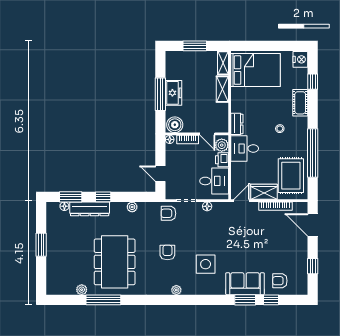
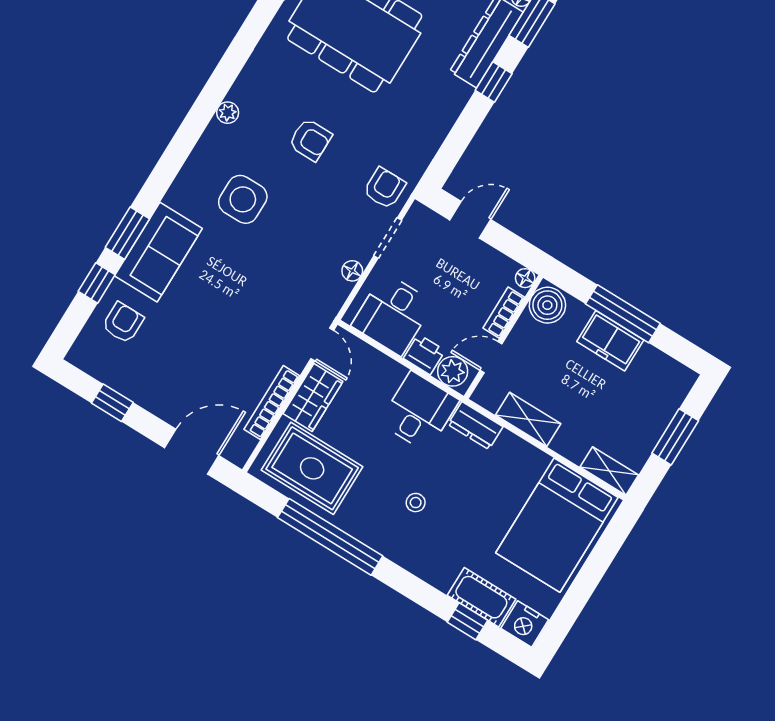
shelving: (222, 89) -> (528, 419), moved
cot: (300, 103) -> (481, 597), moved
plant: (132, 207) -> (440, 126), removed

